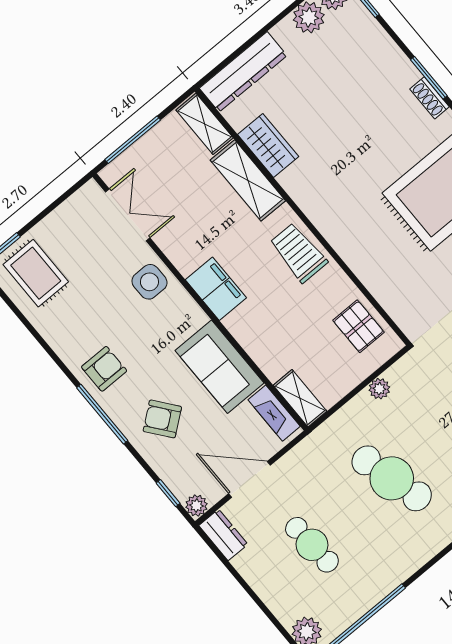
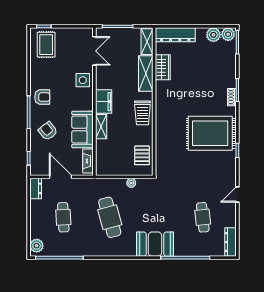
trolley: (299, 253) -> (142, 113), turned 180
shelving: (300, 398) -> (101, 127), moved
plant: (196, 506) -> (35, 171), removed

